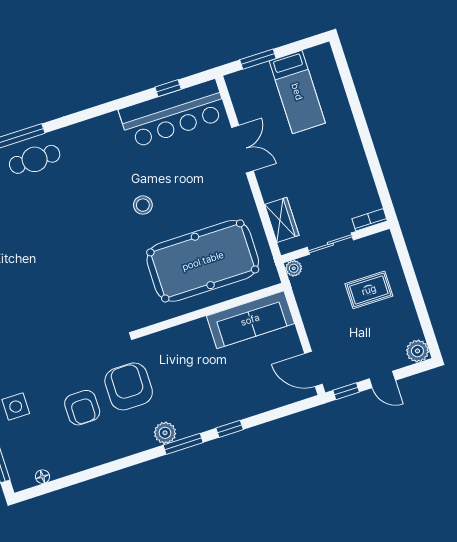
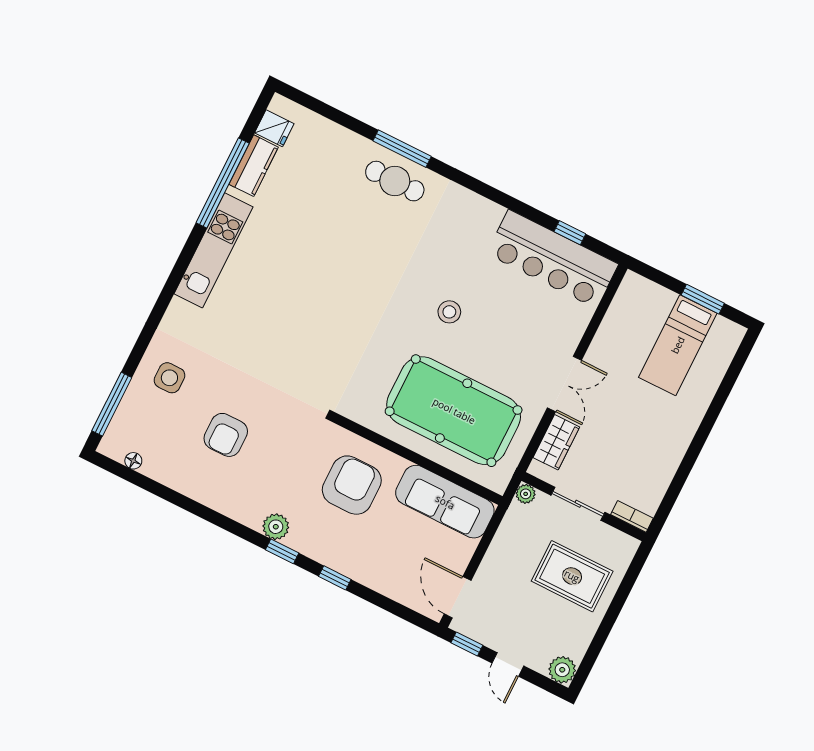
window: (258, 59) -> (703, 299), moved
double door: (242, 149) -> (564, 384), moved
rug: (369, 290) -> (572, 576), width x1.36, depth x1.43
armchair: (129, 386) -> (352, 485), moved
window: (183, 444) -> (282, 551), width x0.67

